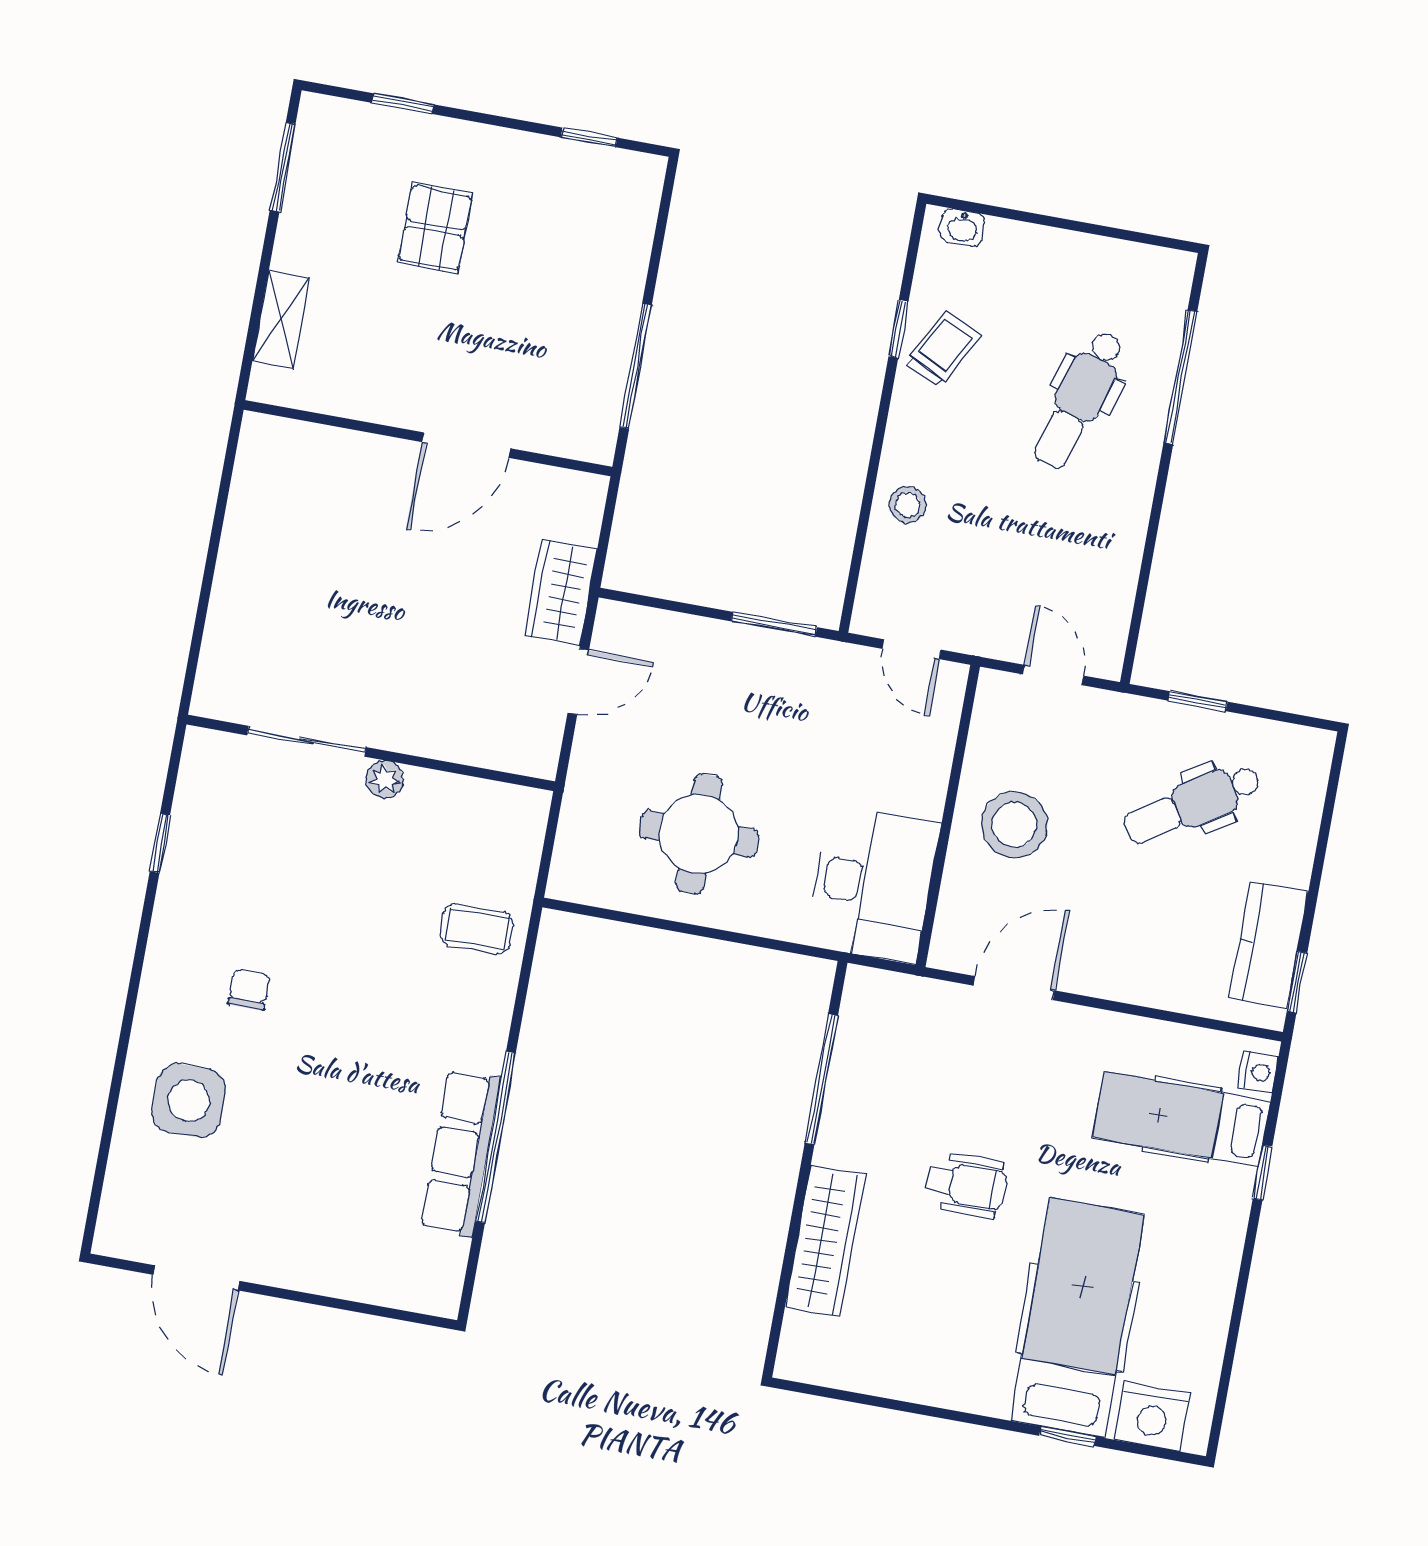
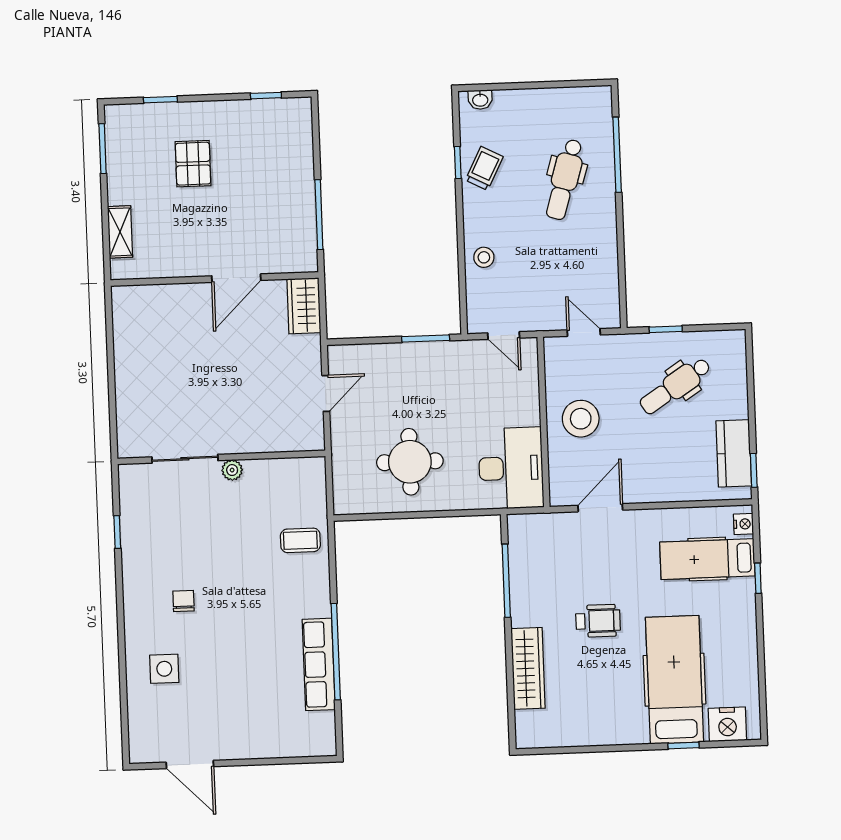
wardrobe: (561, 592) -> (304, 306), moved
side table: (189, 1101) -> (164, 669), width x0.73, depth x0.73

